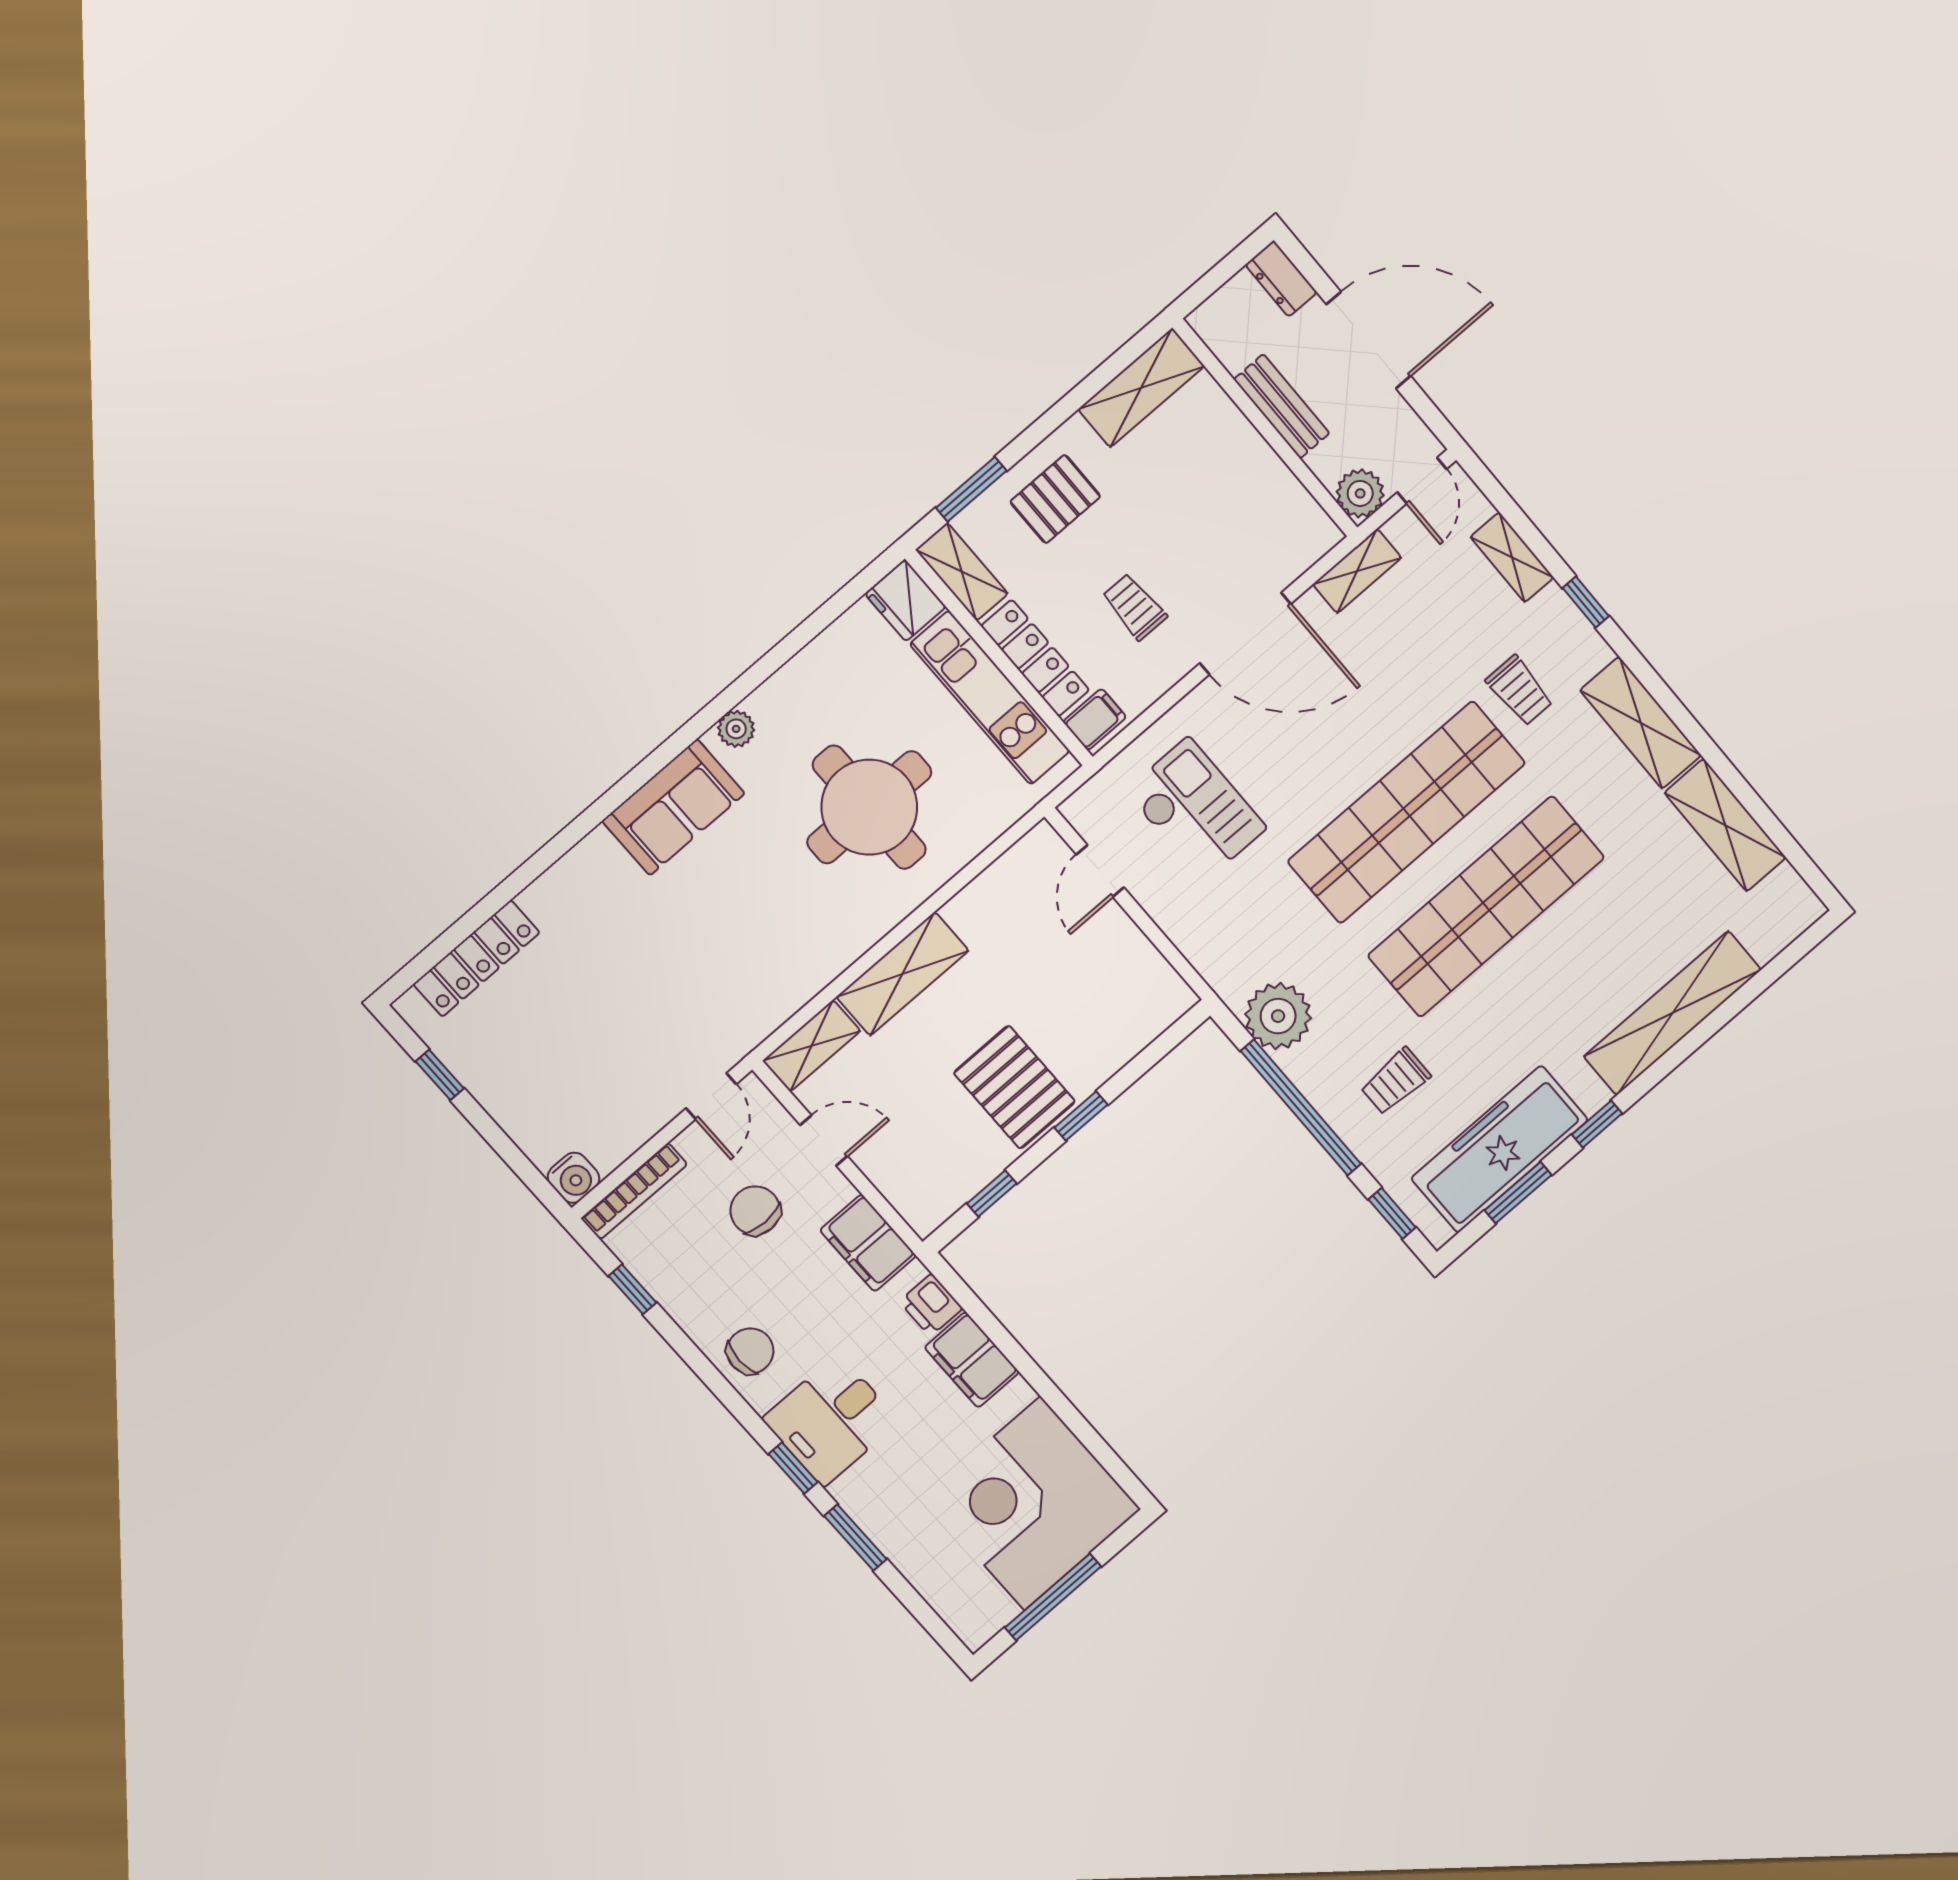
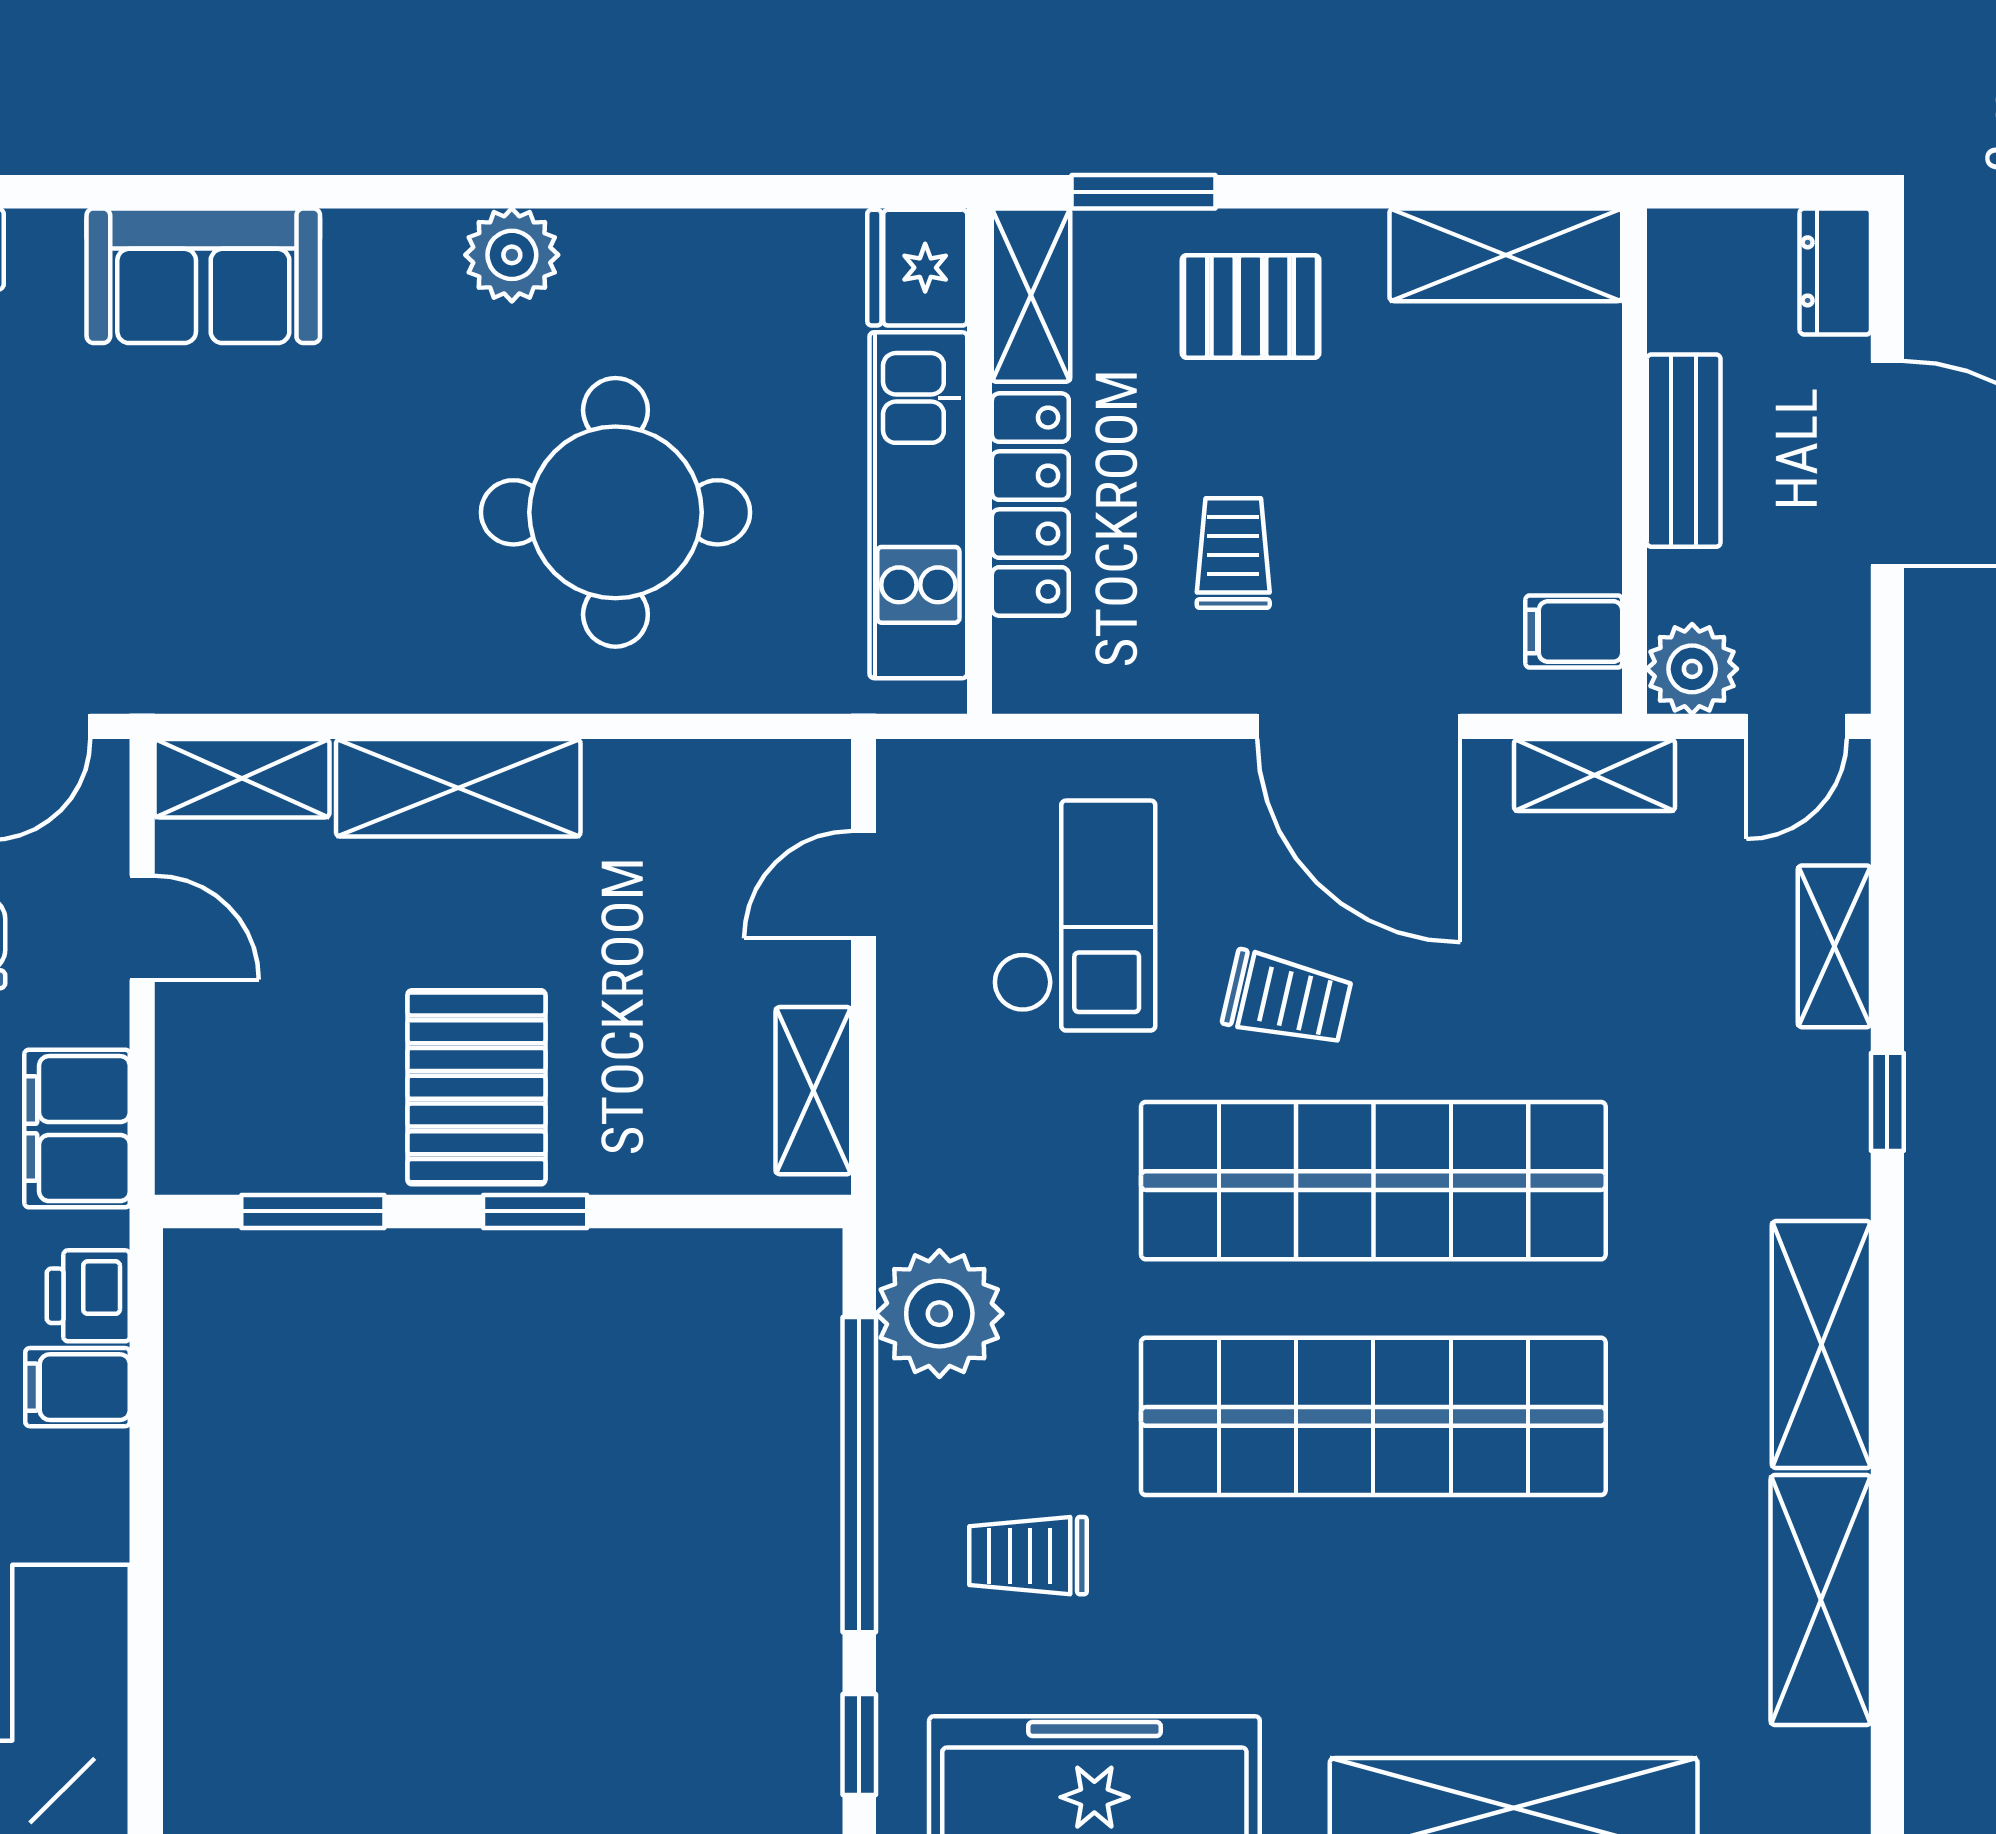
trolley: (1520, 691) -> (1287, 999), moved, turned -77
filing cabinet: (1095, 719) -> (1574, 631), moved, turned 180
plant: (736, 729) -> (512, 255), width x1.38, depth x1.38
sofa: (673, 807) -> (203, 276), moved
shelving: (1151, 971) -> (813, 1091), added
window: (992, 1193) -> (313, 1211), width x1.50
filing cabinet: (972, 1360) -> (78, 1387), width x0.50

